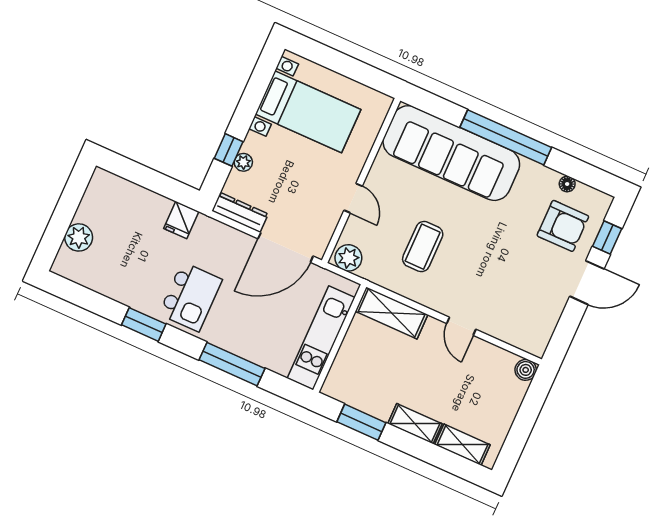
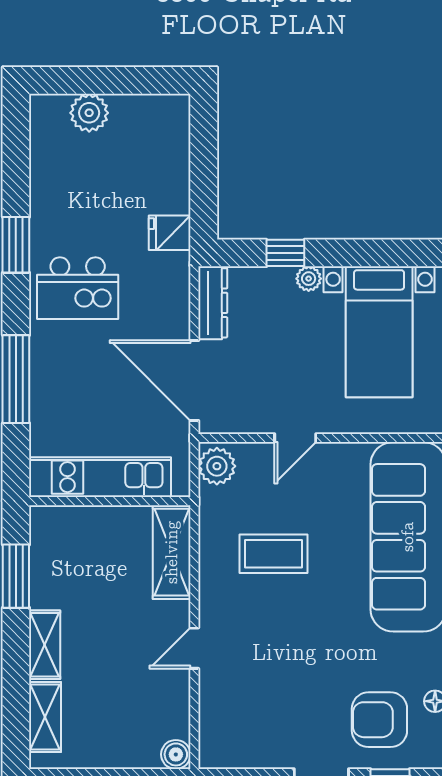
plant: (243, 162) -> (309, 279), moved
armchair: (563, 226) -> (379, 720), turned 90

